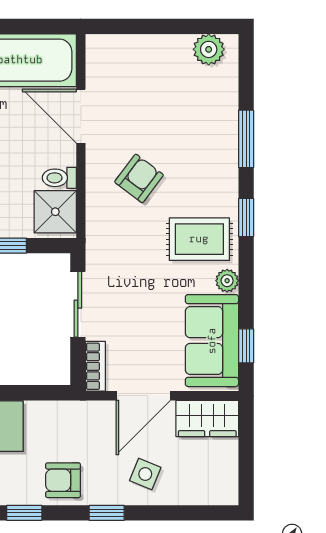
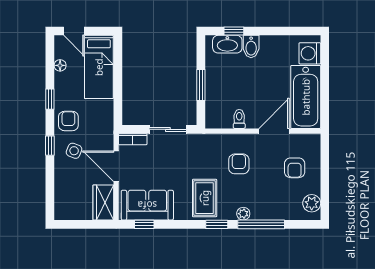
armchair: (146, 80) -> (295, 168), added
window: (246, 139) -> (261, 224), width x1.44
armchair: (139, 178) -> (239, 164), turned -127
shower: (55, 212) -> (220, 117), removed
plant: (227, 281) -> (243, 214), moved
side table: (145, 474) -> (74, 151), moved

